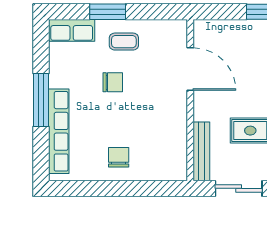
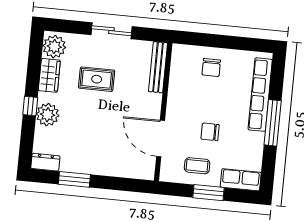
door: (190, 69) -> (161, 138), moved
wall: (190, 100) -> (163, 112), moved
bench: (201, 151) -> (158, 67), moved

